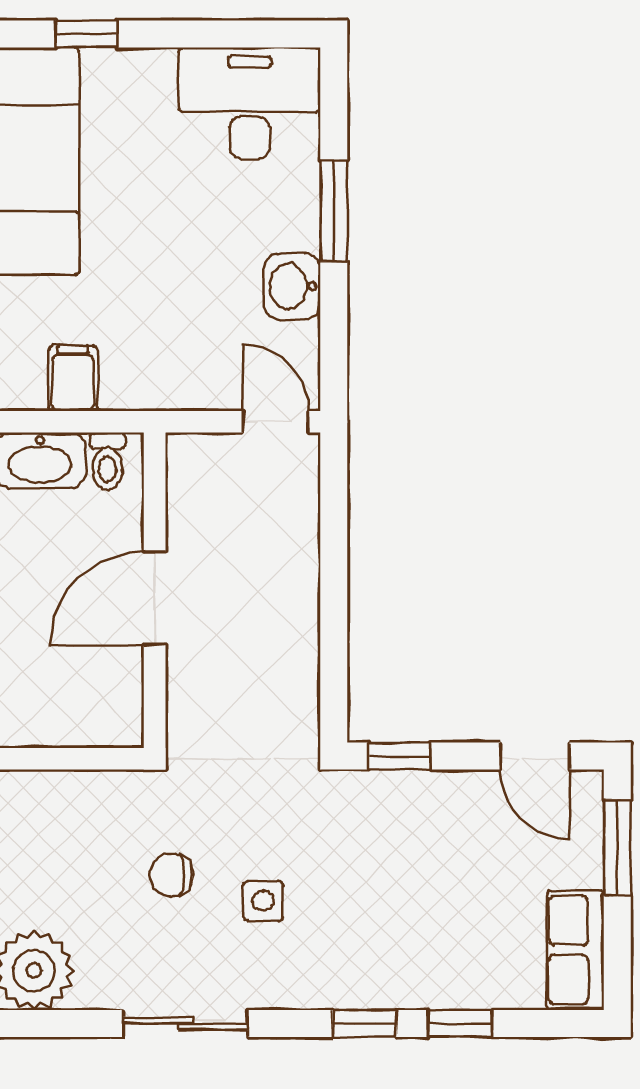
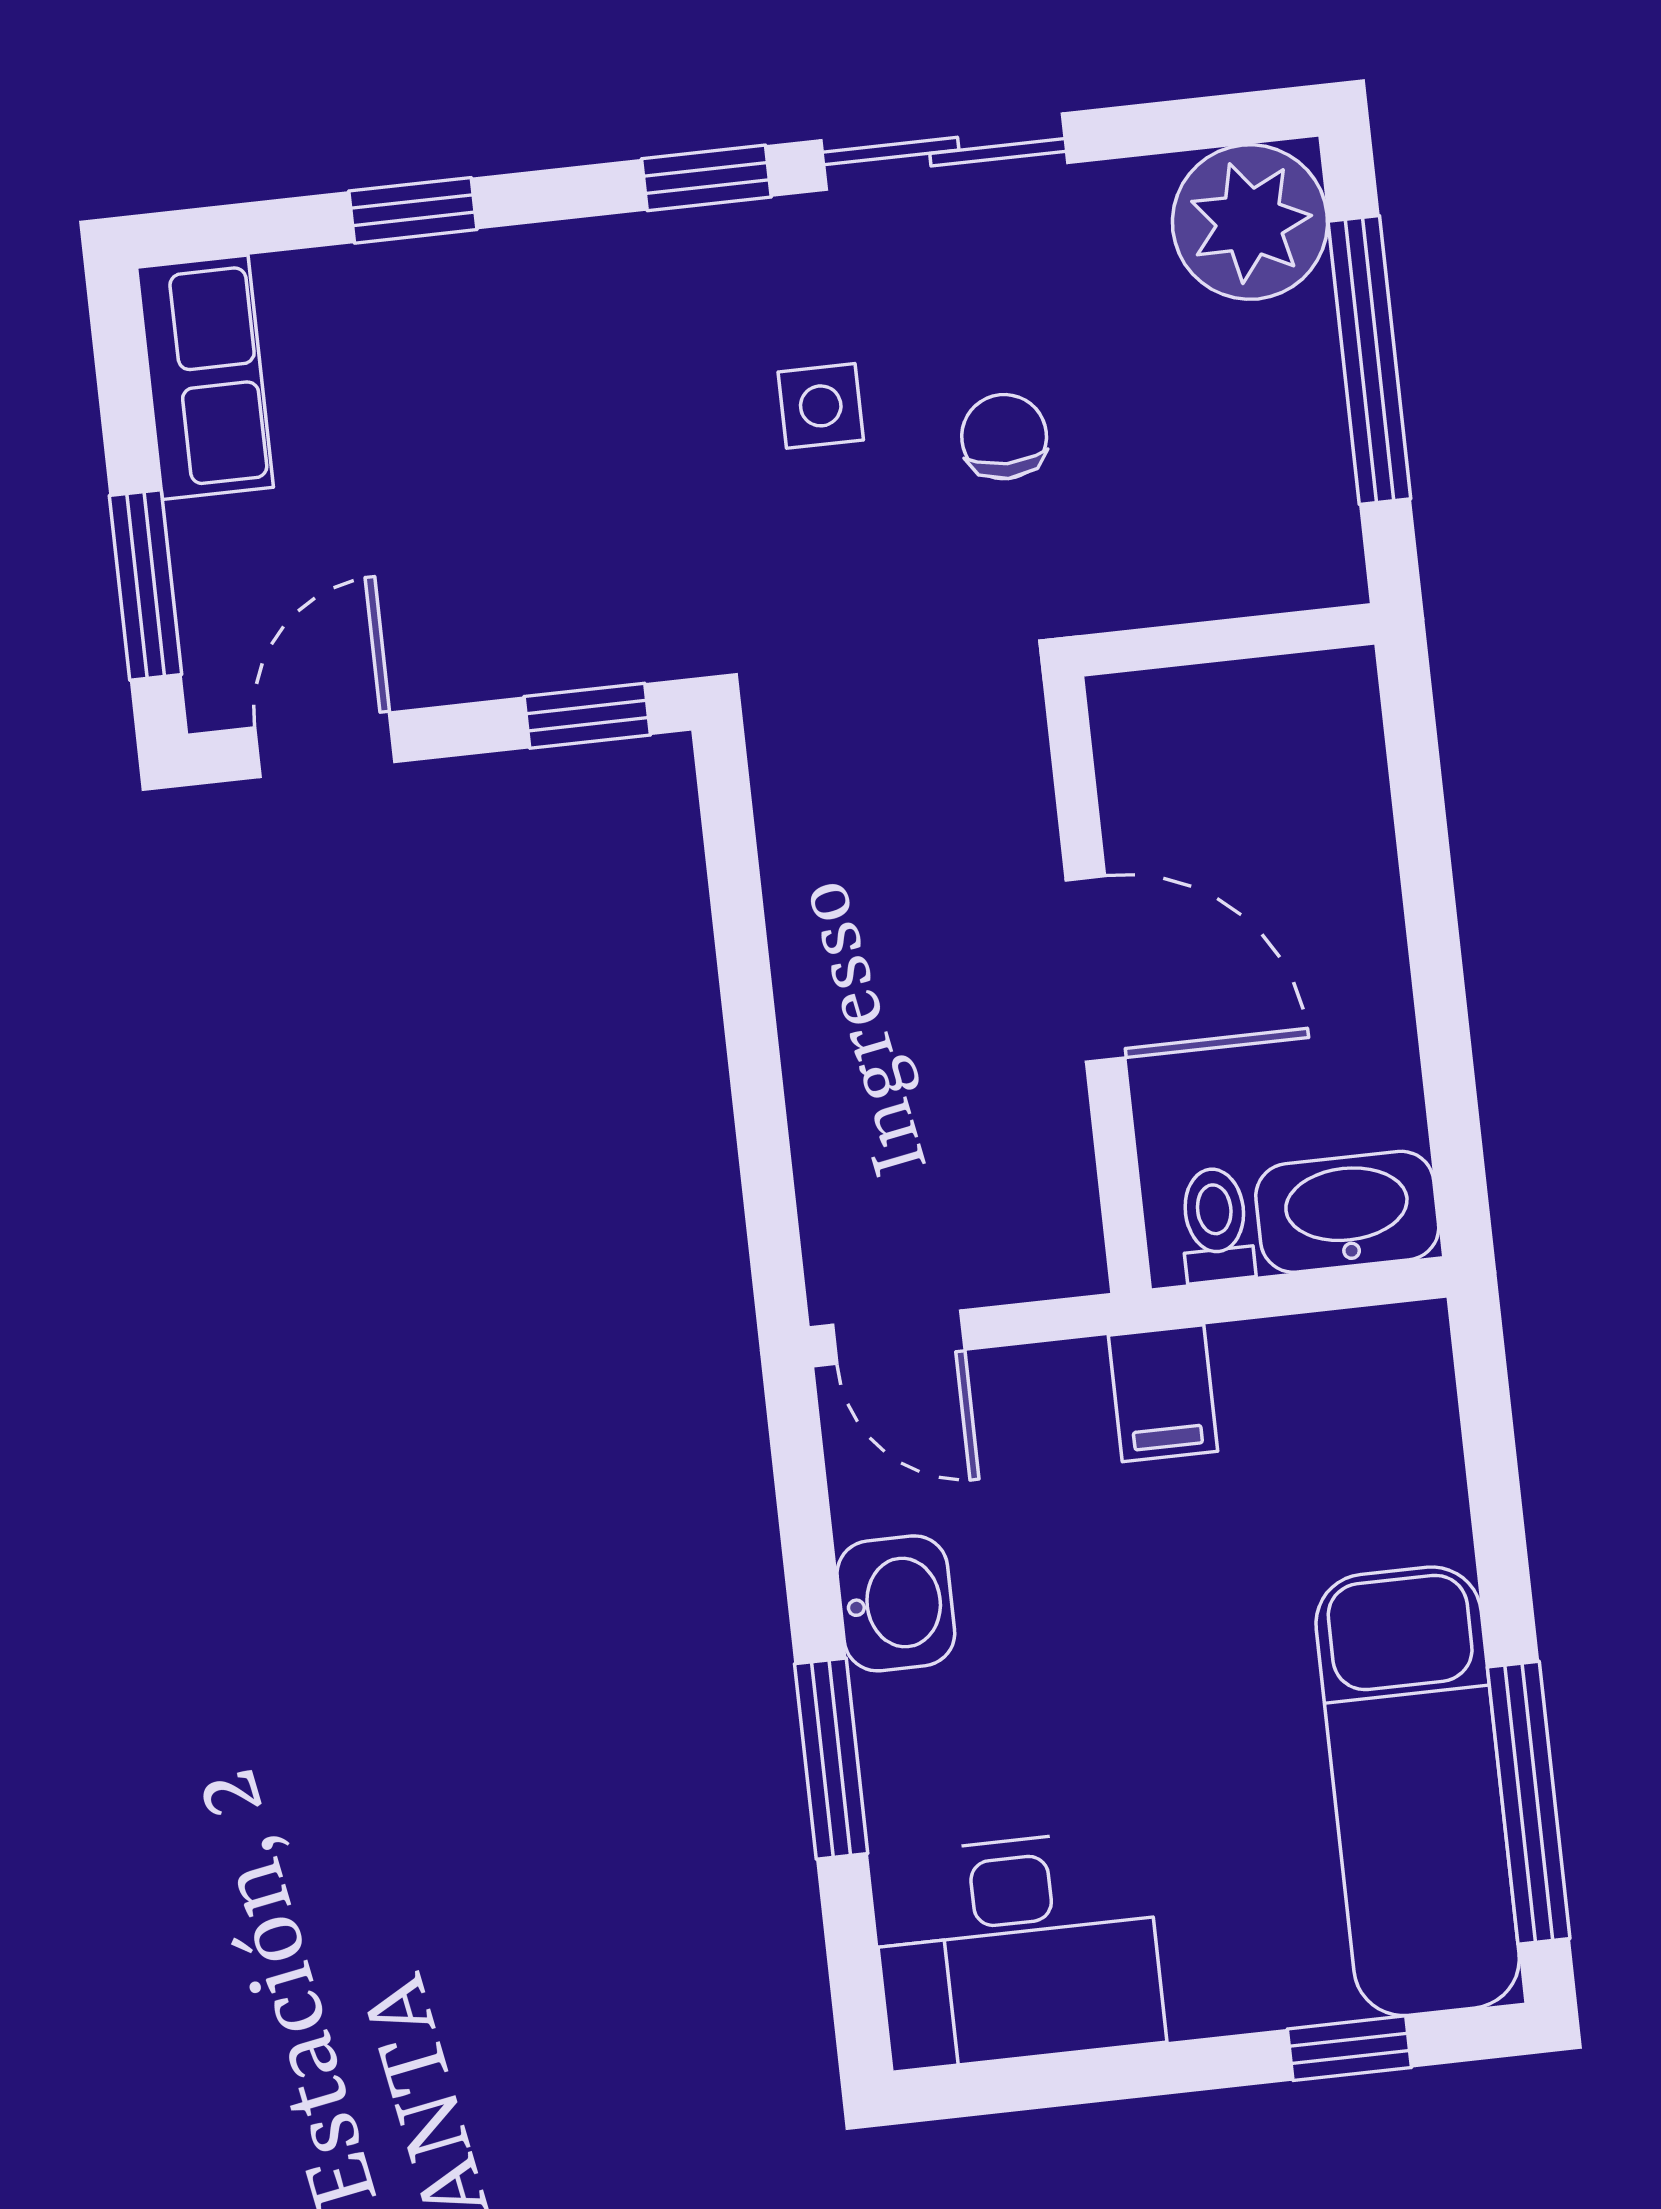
filing cabinet: (73, 378) -> (1163, 1393), moved
door: (155, 598) -> (1096, 969), hinge flipped
door: (535, 756) -> (325, 745), hinge flipped
chair: (171, 875) -> (1004, 437), turned -90
window: (365, 1024) -> (706, 178), moved

